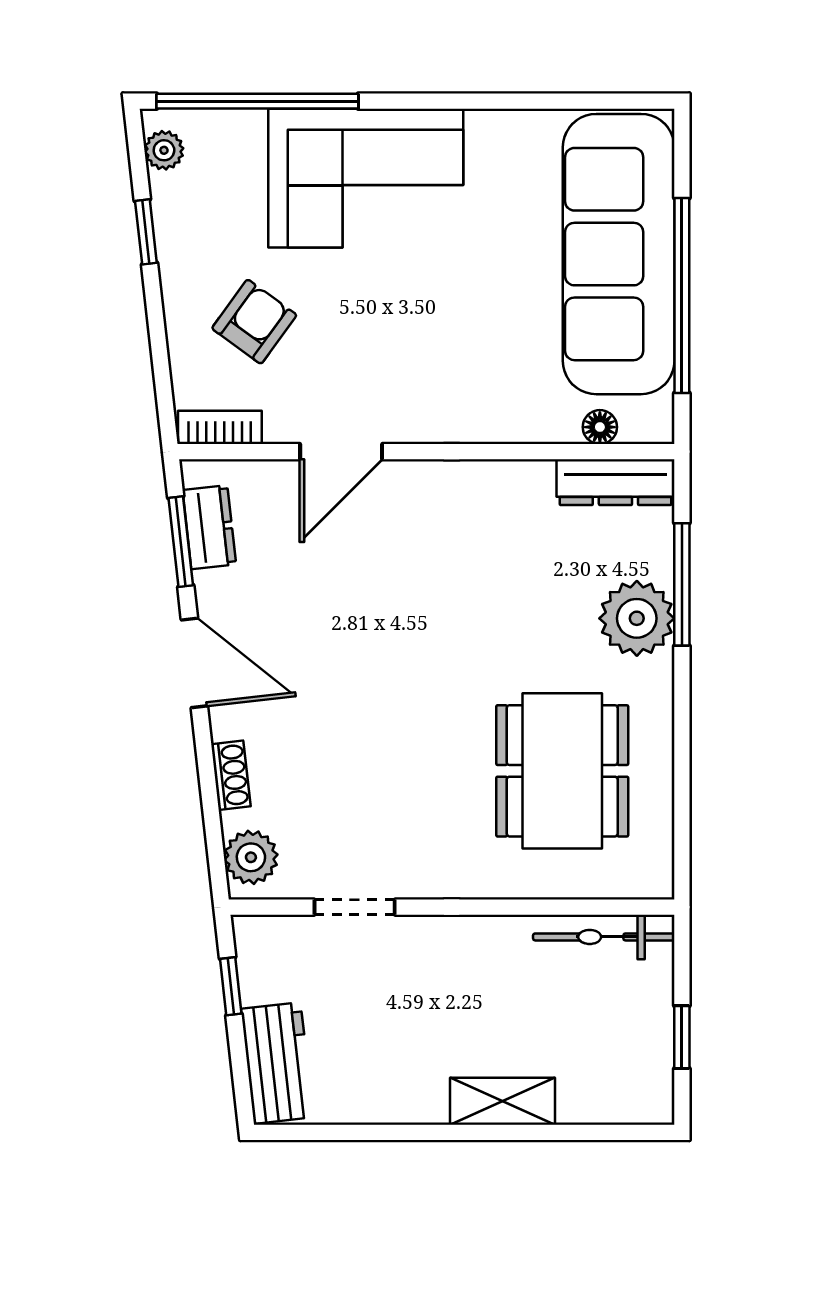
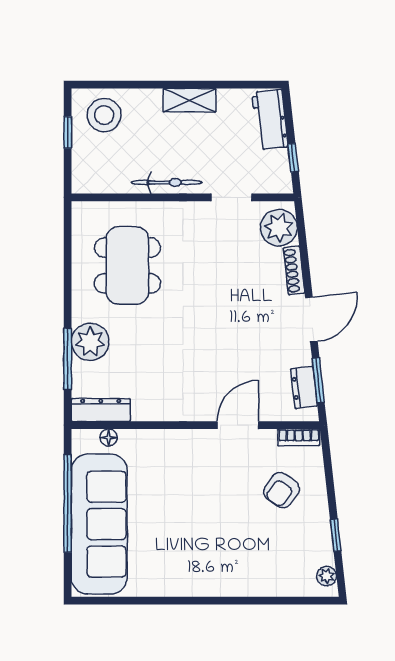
window: (257, 101) -> (280, 601), removed
corner sofa: (366, 178) -> (226, 562), removed
door: (194, 663) -> (311, 320), swing flipped
shoe rack: (231, 775) -> (294, 270), width x1.43
plant: (251, 857) -> (279, 228), width x1.36, depth x1.36
bicycle: (604, 937) -> (167, 182), moved
stool: (609, 1072) -> (104, 115), added
shelving: (502, 1101) -> (189, 100), moved

